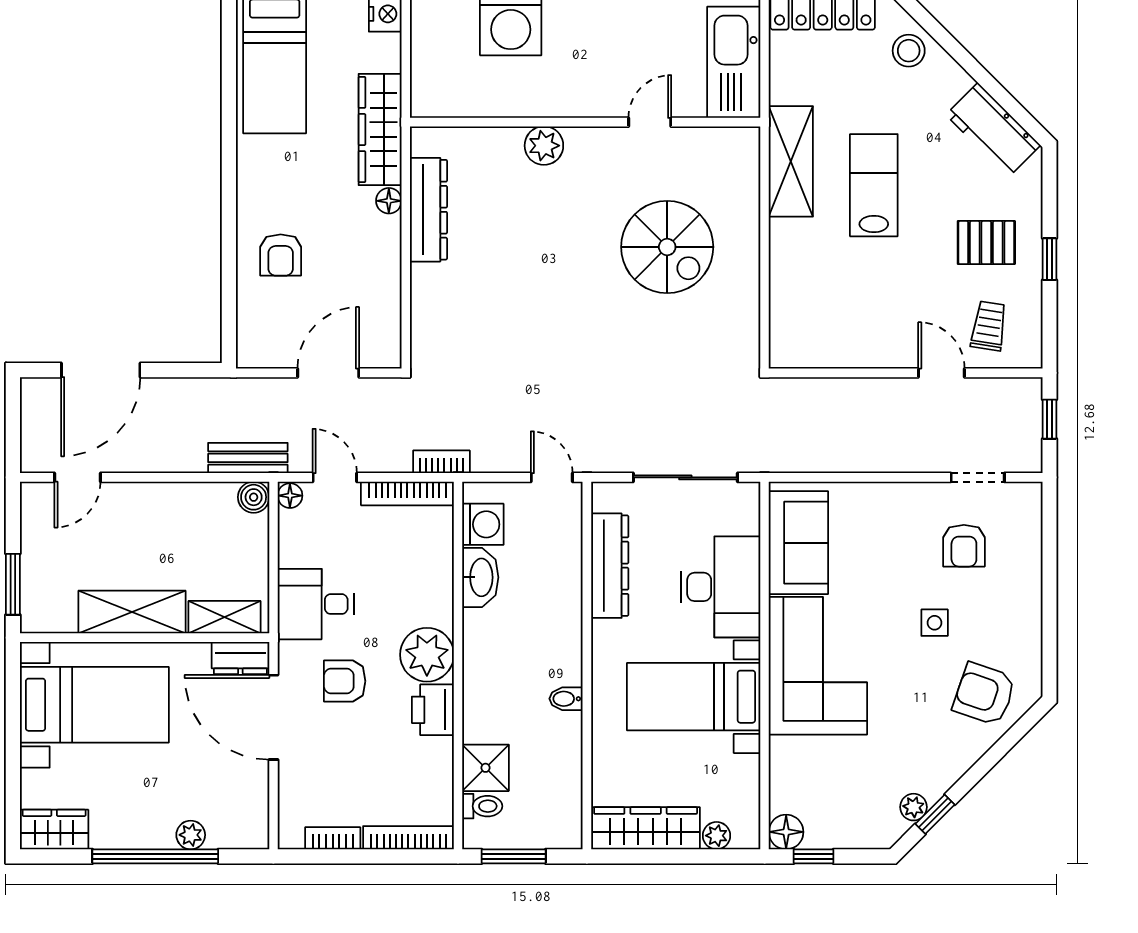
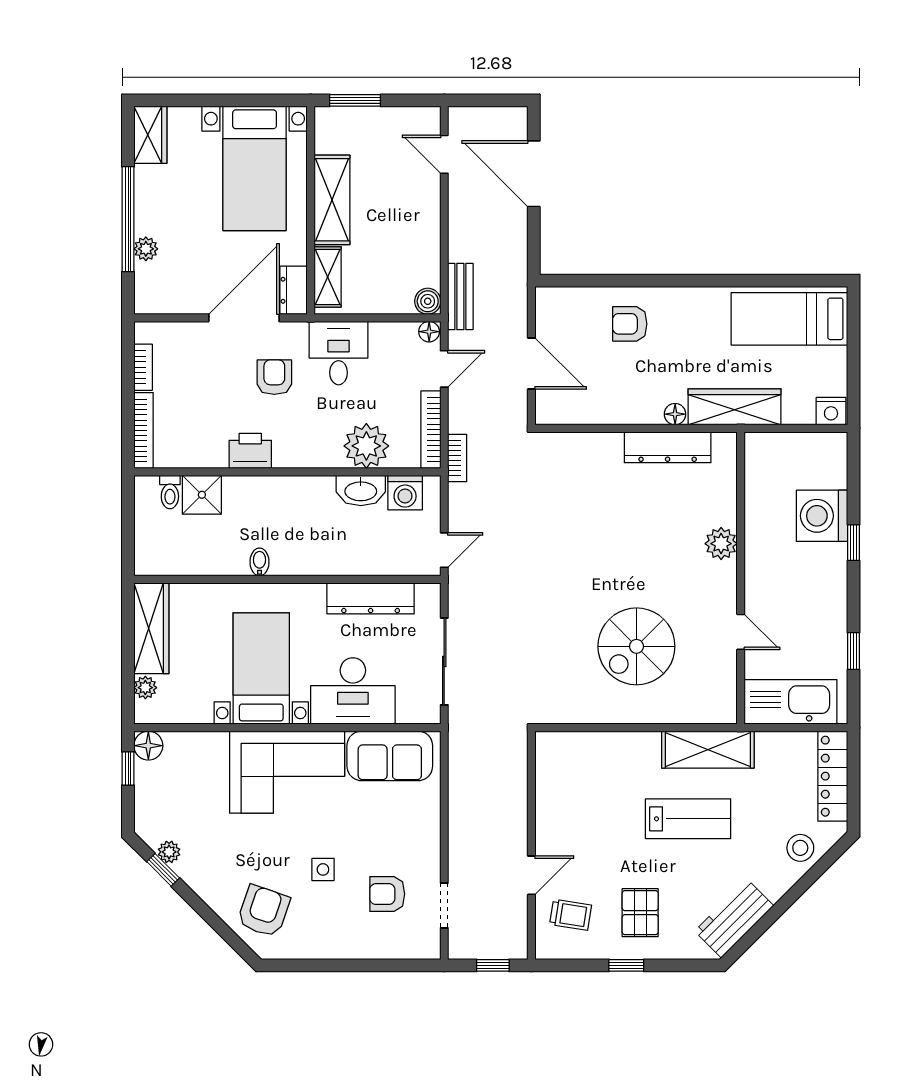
plant: (427, 655) -> (366, 446), moved
window: (514, 856) -> (128, 518), removed

